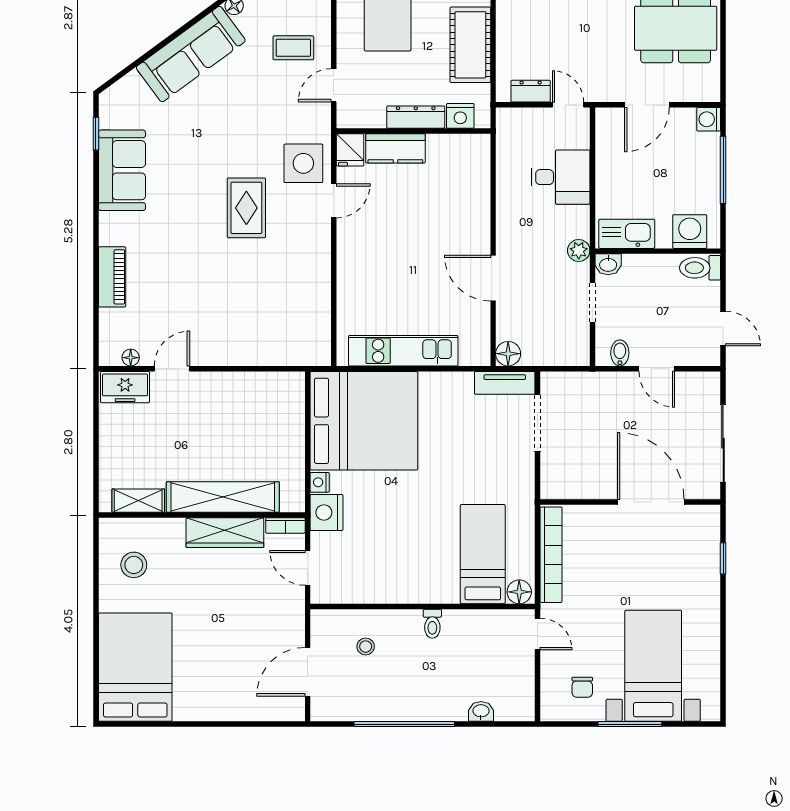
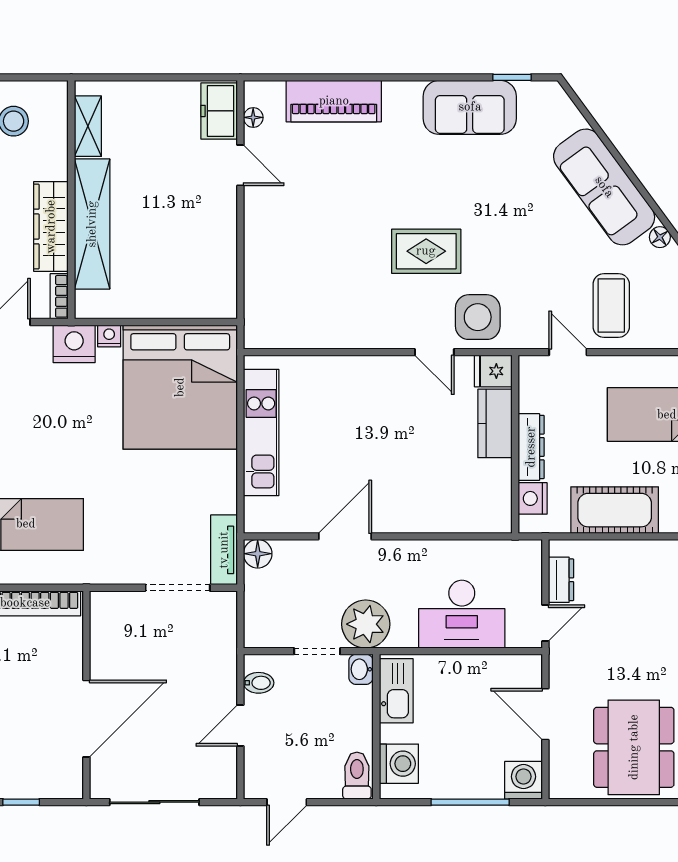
coffee table: (293, 48) -> (611, 305), width x1.36, depth x1.30
washing machine: (709, 119) -> (523, 780), width x1.38, depth x1.38
desk: (560, 177) -> (462, 614), width x1.37
plant: (579, 251) -> (366, 624), width x1.88, depth x1.88
piano: (112, 277) -> (334, 101), width x1.37, depth x1.33

